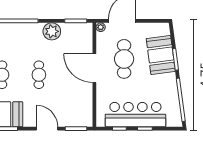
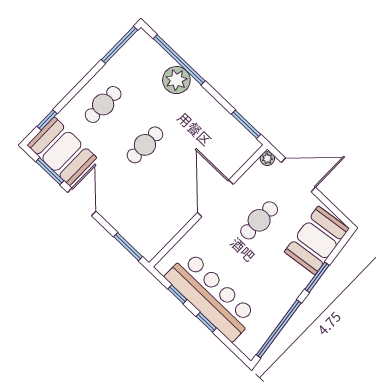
plant: (52, 31) -> (176, 80), moved
booth: (161, 55) -> (317, 240), moved
cafe table: (124, 59) -> (259, 220), width x0.73, depth x0.74
door: (47, 129) -> (82, 202), moved

